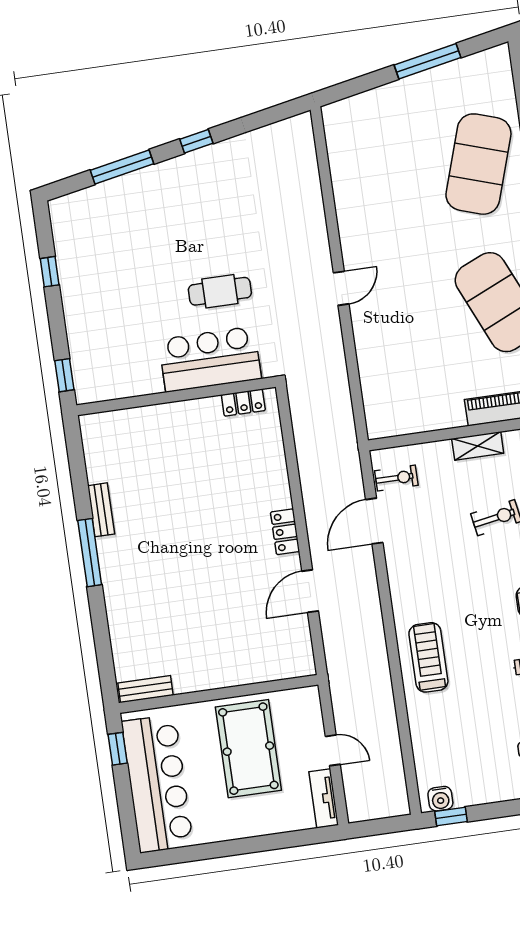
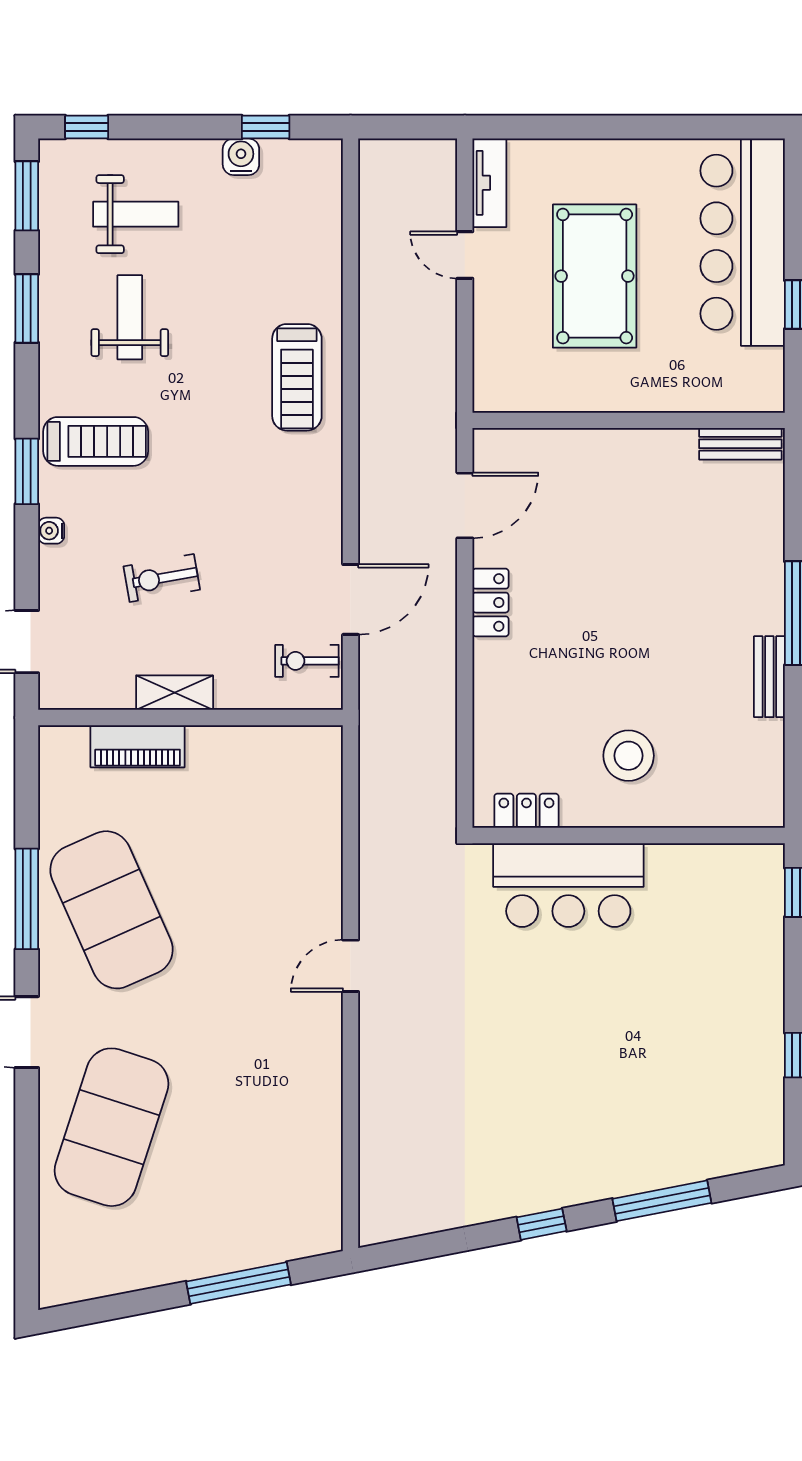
window: (428, 61) -> (238, 1283), moved
cafe table: (220, 291) -> (538, 988), removed
stool: (183, 447) -> (629, 756), added
bench: (145, 689) -> (740, 444), moved
wall: (218, 694) -> (629, 420), moved
water cooler: (440, 799) -> (241, 157), moved
window: (451, 816) -> (266, 127), moved

